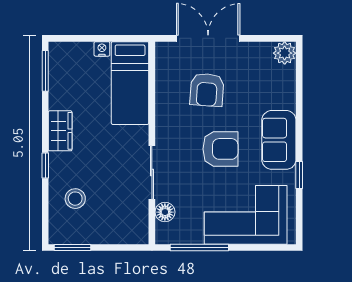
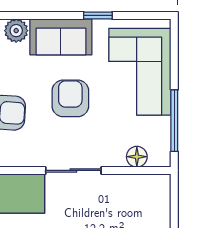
plant: (285, 97) -> (16, 31), added
sliding door: (152, 172) -> (73, 170), moved

